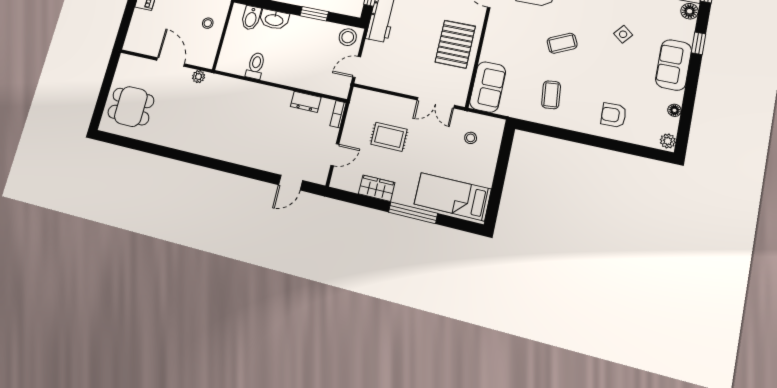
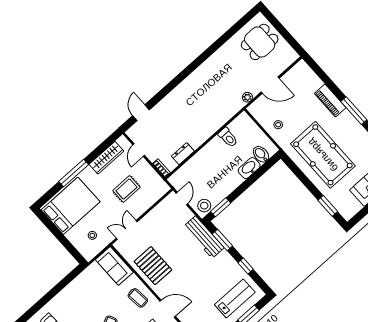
window: (314, 14) -> (221, 207), moved
coffee table: (551, 95) -> (138, 298), moved
wardrobe: (377, 188) -> (106, 158), width x1.50
bed: (453, 197) -> (71, 206), width x1.50

